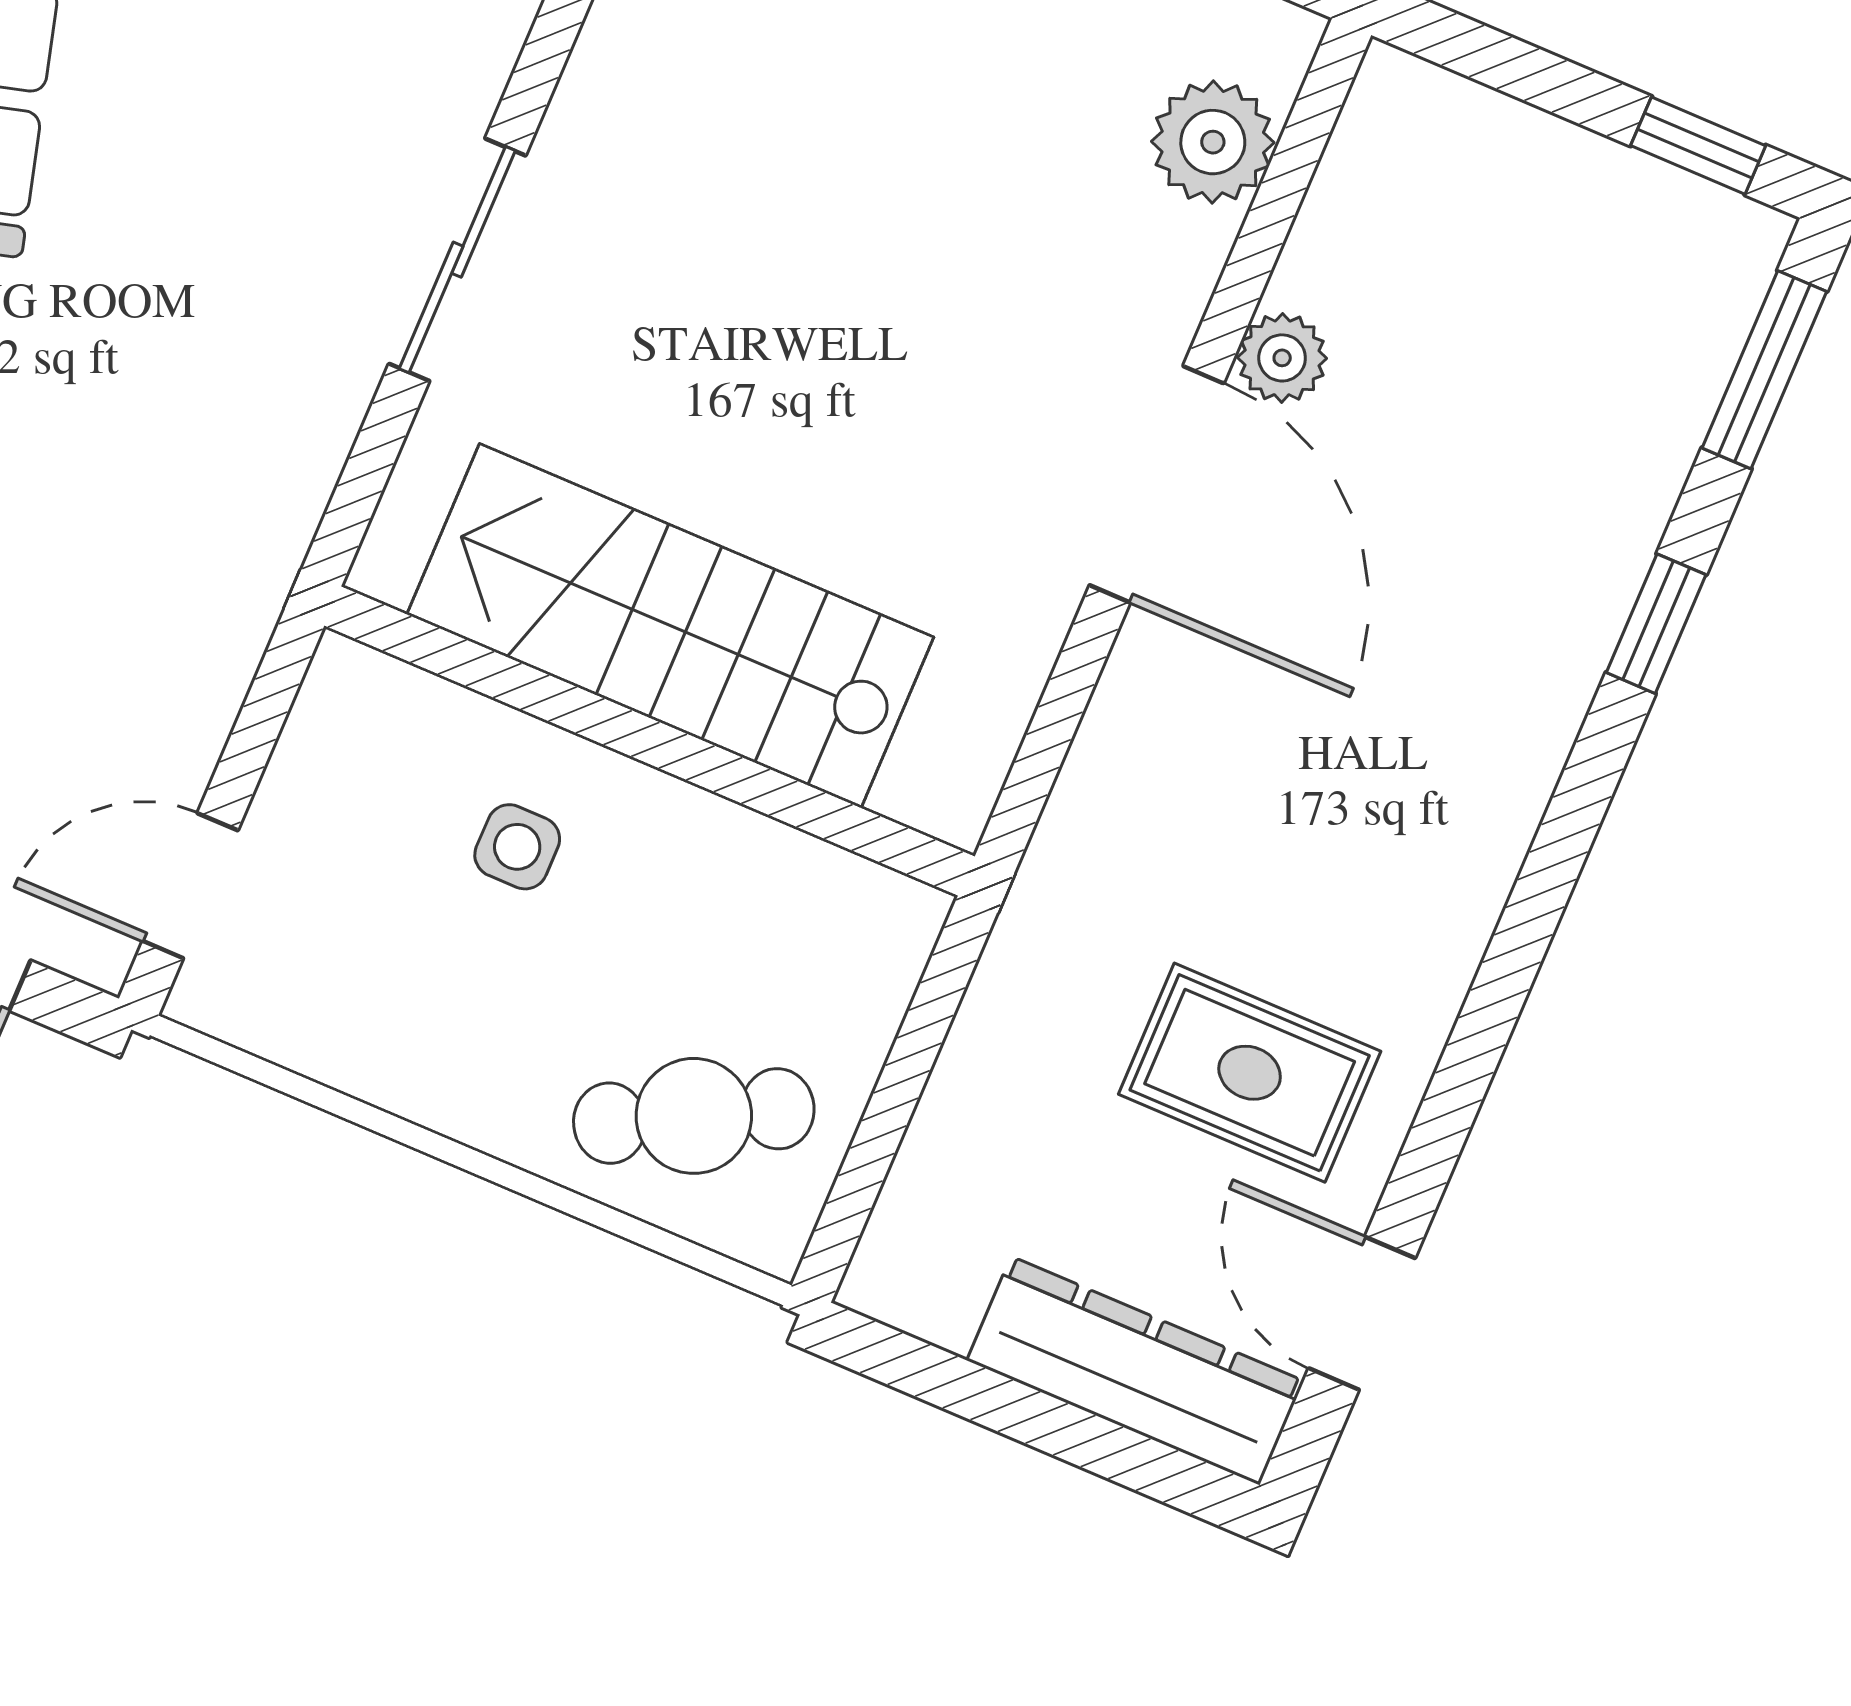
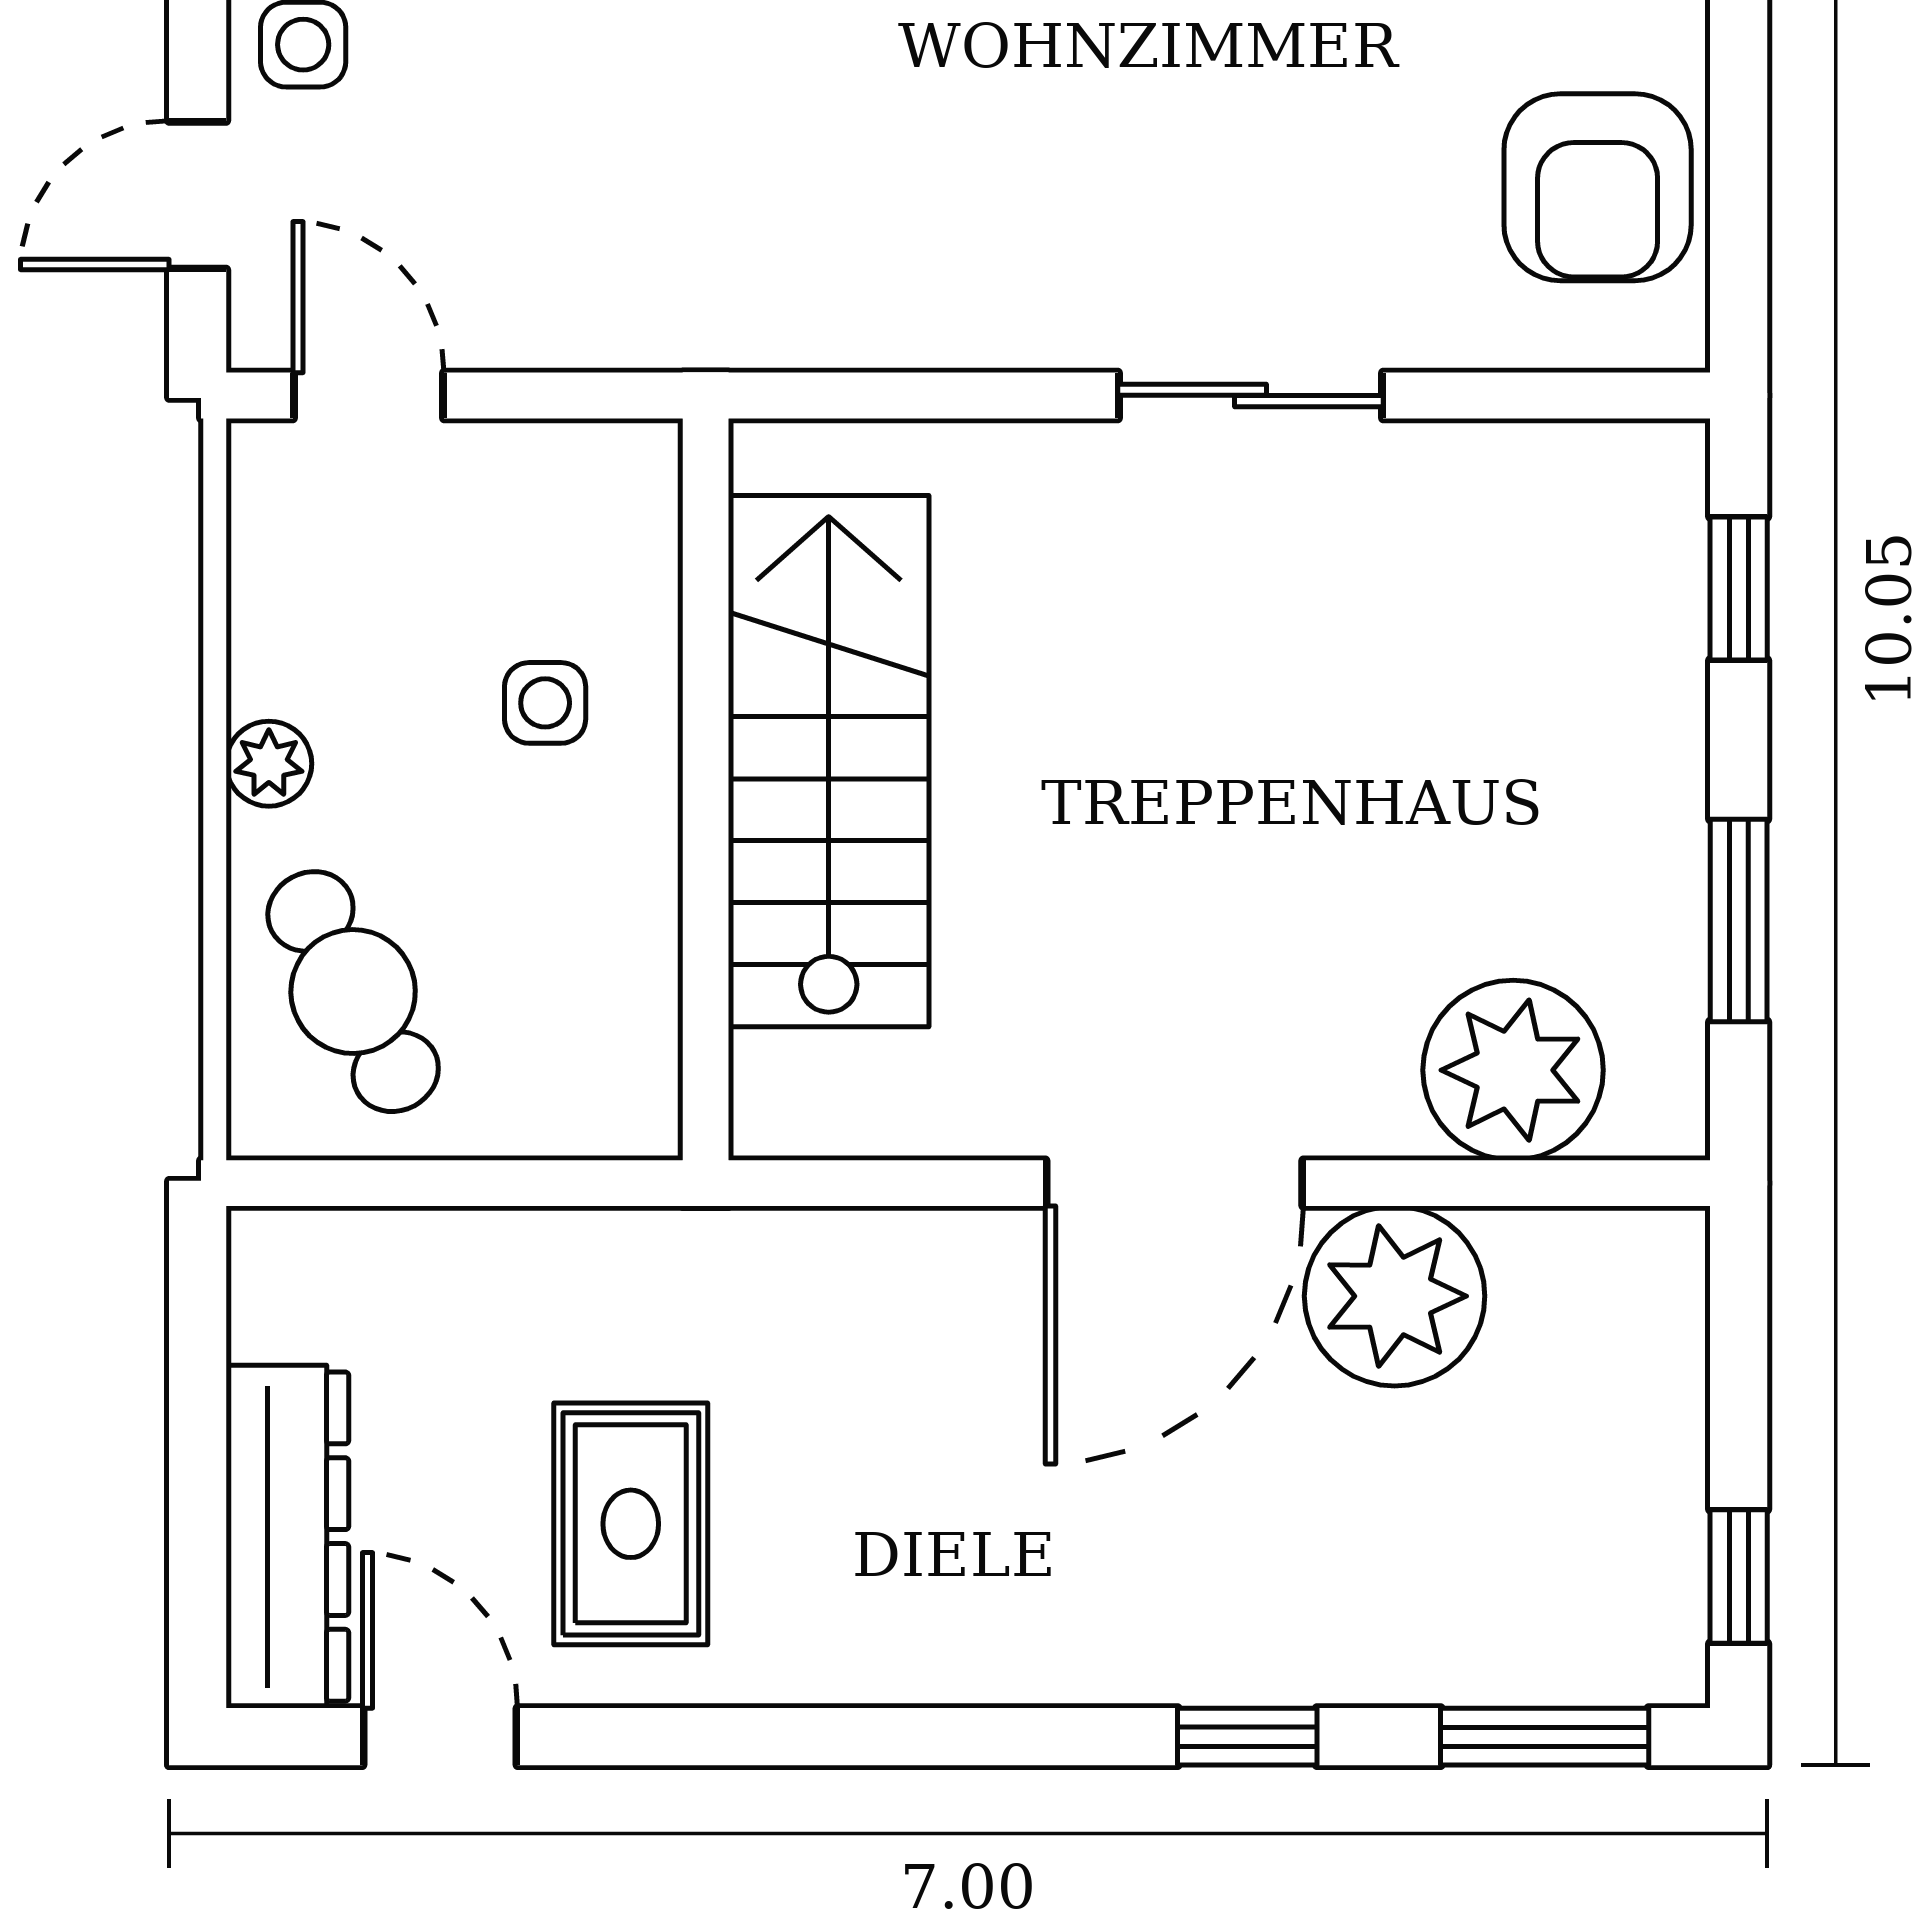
plant: (1213, 142) -> (1513, 1070), width x1.36, depth x1.36
sliding door: (457, 260) -> (1251, 395), moved
plant: (1282, 358) -> (1395, 1296), width x1.88, depth x1.88
plant: (468, 1105) -> (269, 764), added
door: (1362, 1313) -> (440, 1737), hinge flipped

